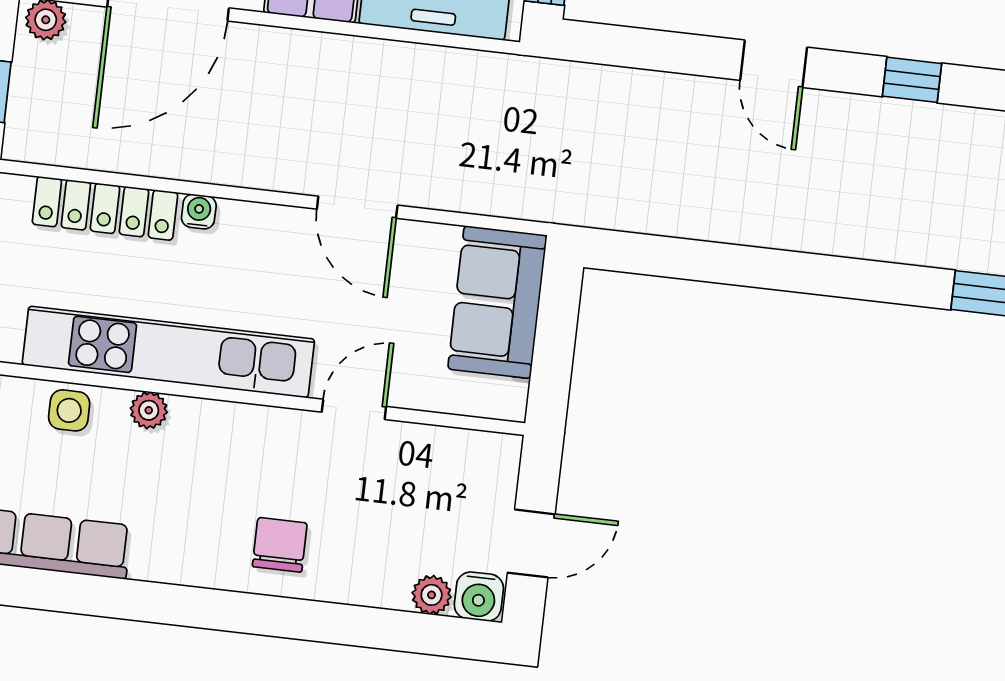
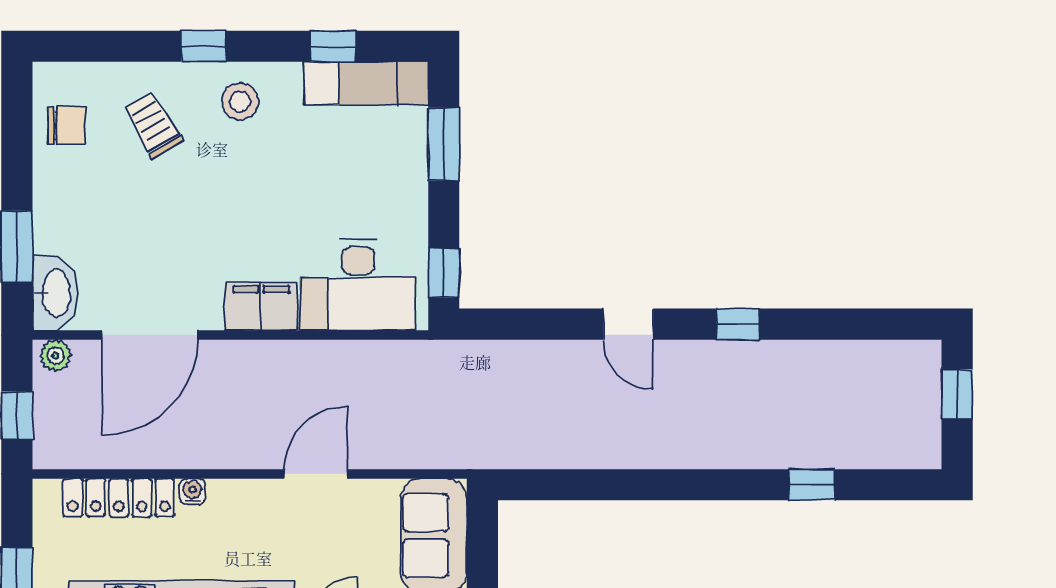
door: (357, 207) -> (316, 474), swing flipped

